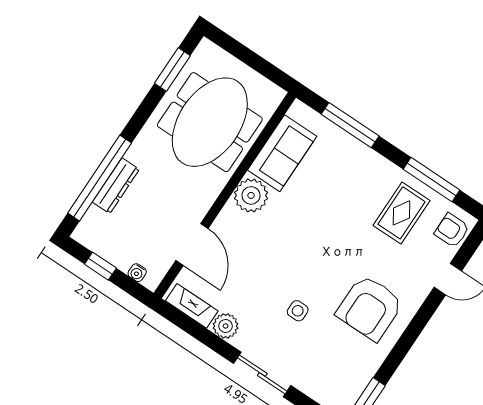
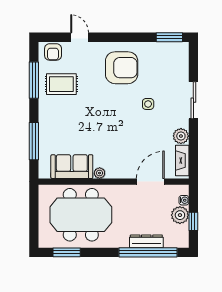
plant: (251, 195) -> (100, 173), width x0.53, depth x0.53
plant: (121, 254) -> (180, 215), added

